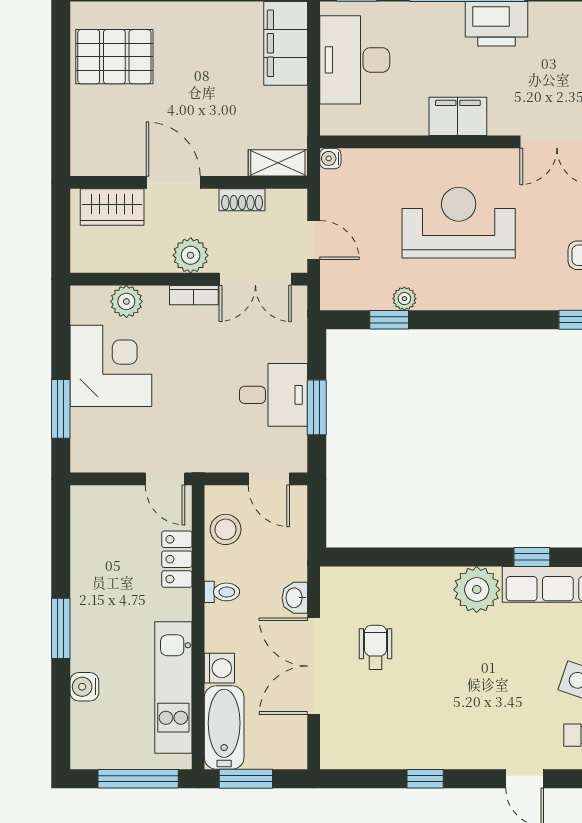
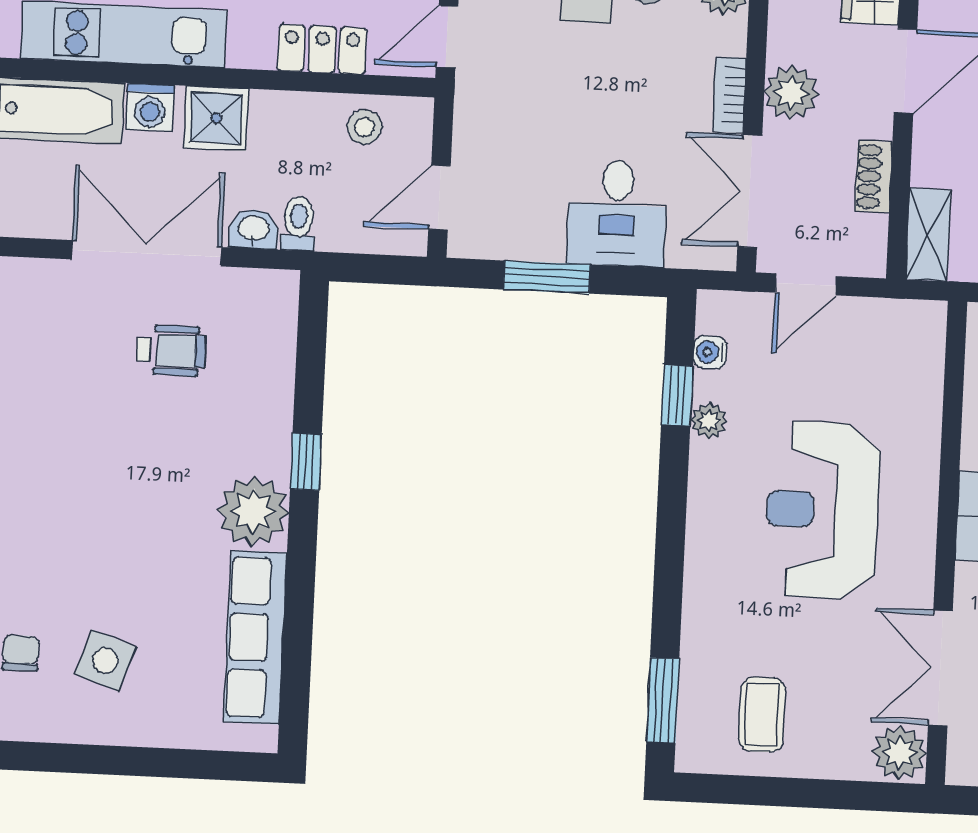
water cooler: (330, 158) -> (710, 352), moved, turned -90
reception desk: (459, 223) -> (822, 510), turned 180
desk: (273, 395) -> (617, 213), moved
stool: (226, 529) -> (364, 127), width x0.73, depth x0.73
window: (532, 557) -> (306, 462), moved
toilet: (222, 592) -> (299, 224), moved, turned 180
shower: (224, 625) -> (216, 118), added

